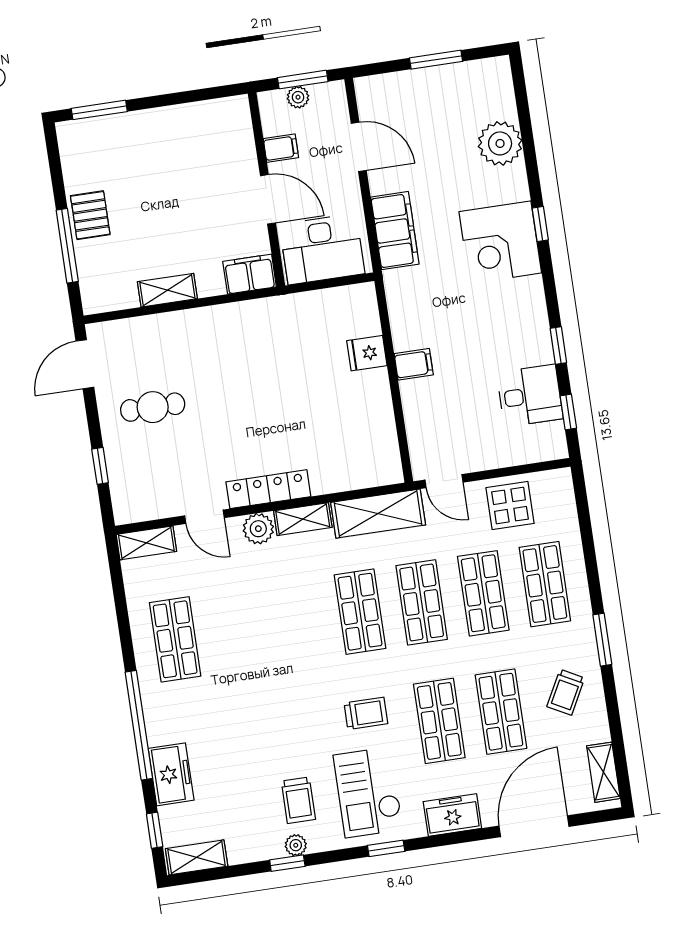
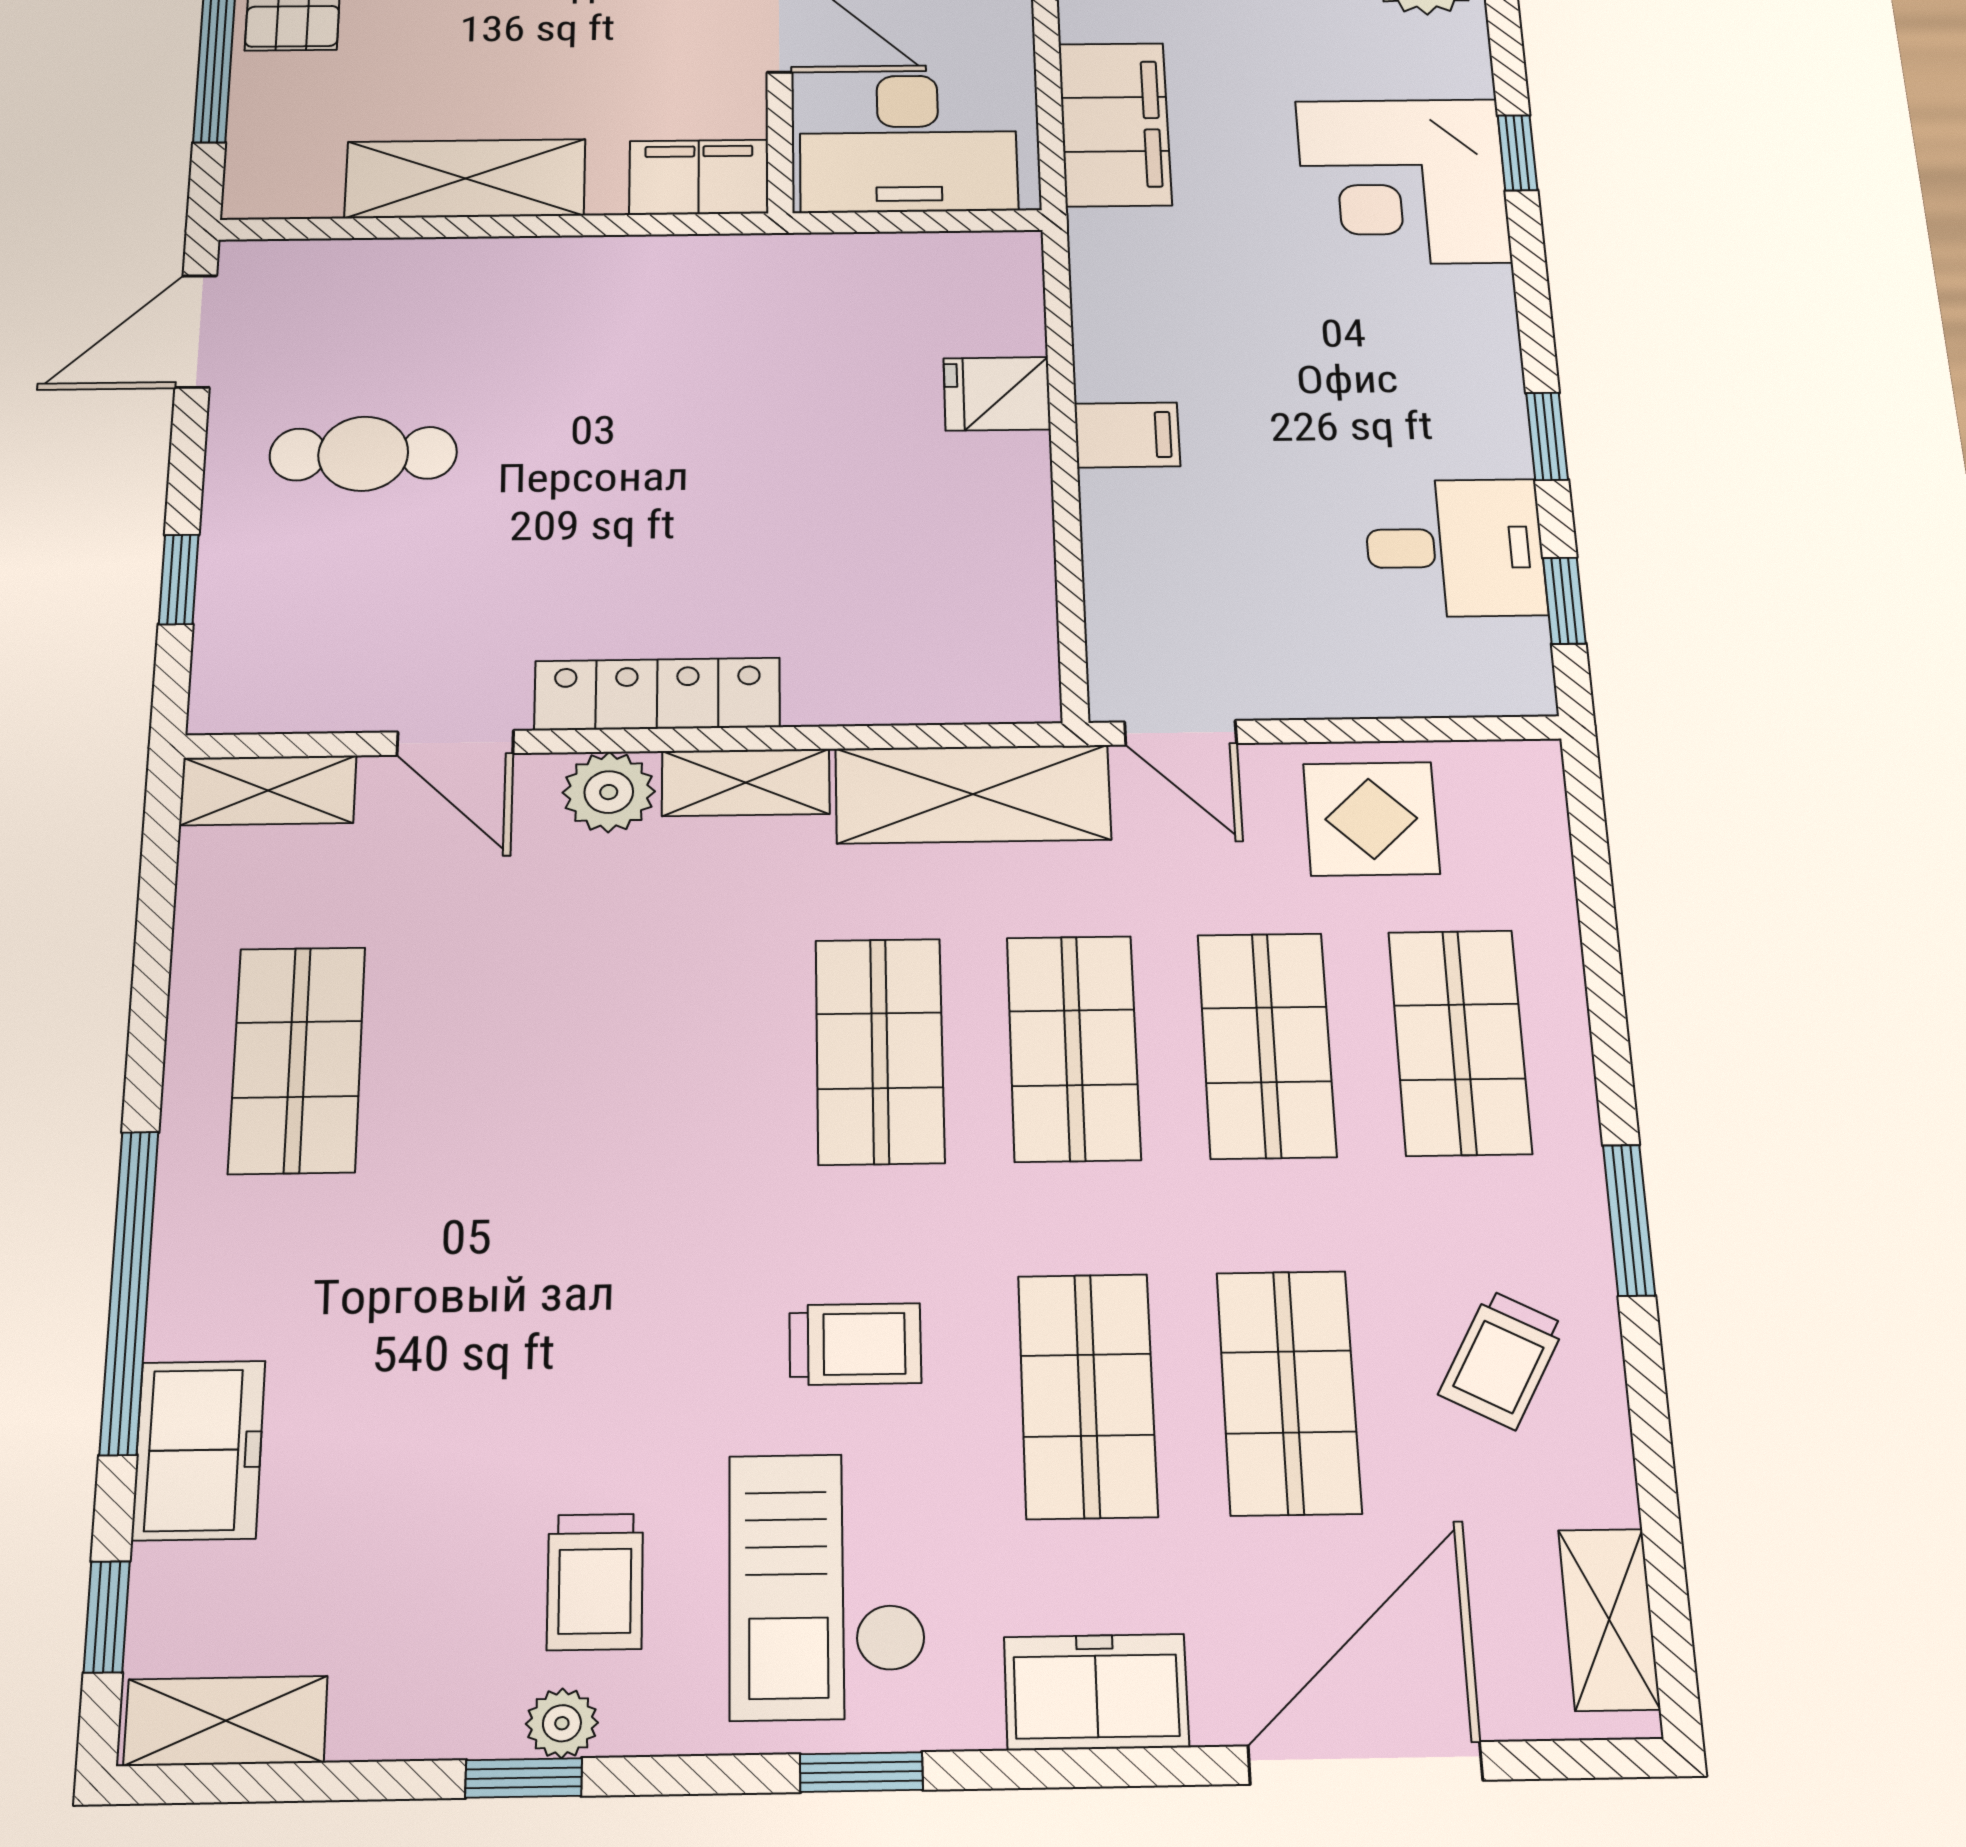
shelving: (167, 290) -> (465, 179), width x1.50, depth x1.33

